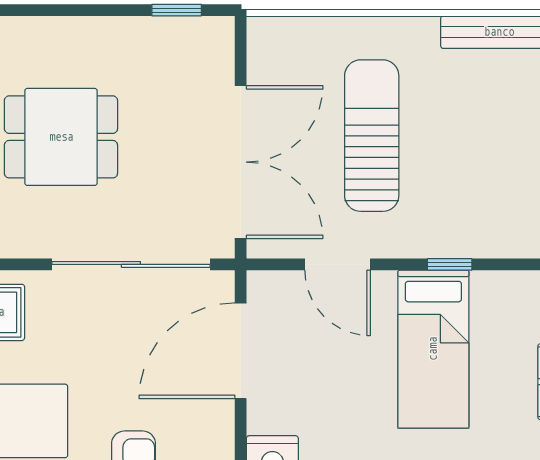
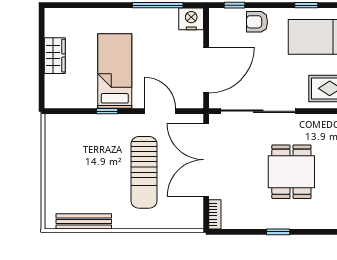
window: (177, 10) -> (278, 232), moved
bookcase: (222, 47) -> (215, 214), added
dining table: (61, 137) -> (291, 172), turned 90

